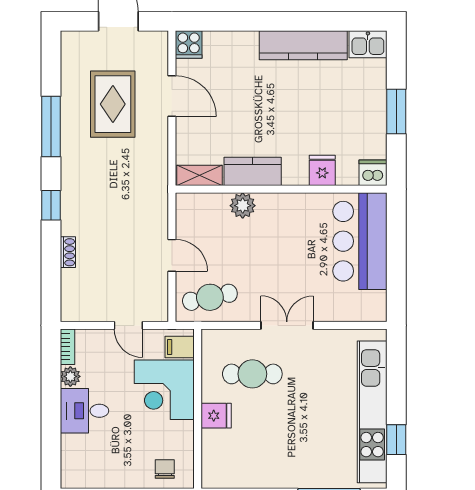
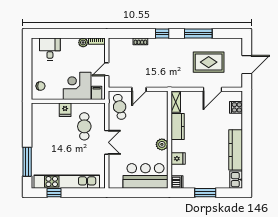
cooker: (189, 45) -> (236, 107), moved
plant: (243, 206) -> (162, 144), moved
desk: (84, 411) -> (50, 49), moved

